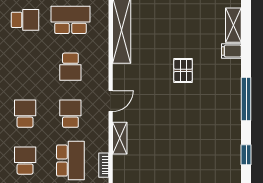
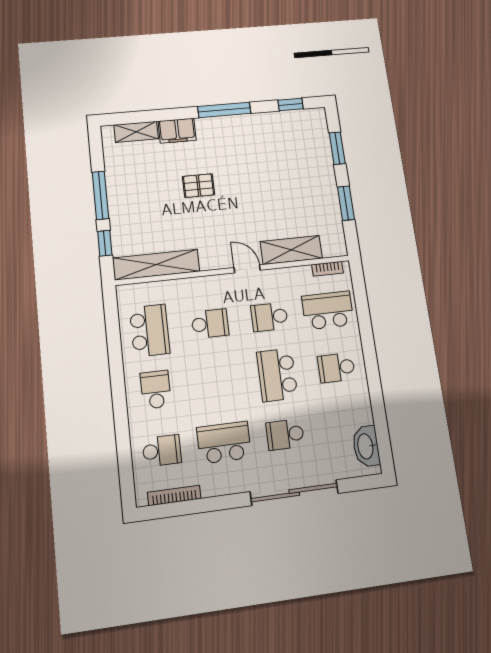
school desk: (70, 20) -> (150, 331), turned 180
filing cabinet: (231, 51) -> (177, 131), width x2.00
school desk: (25, 114) -> (277, 375), width x1.85
shelving: (120, 138) -> (291, 250), width x1.50, depth x1.33

